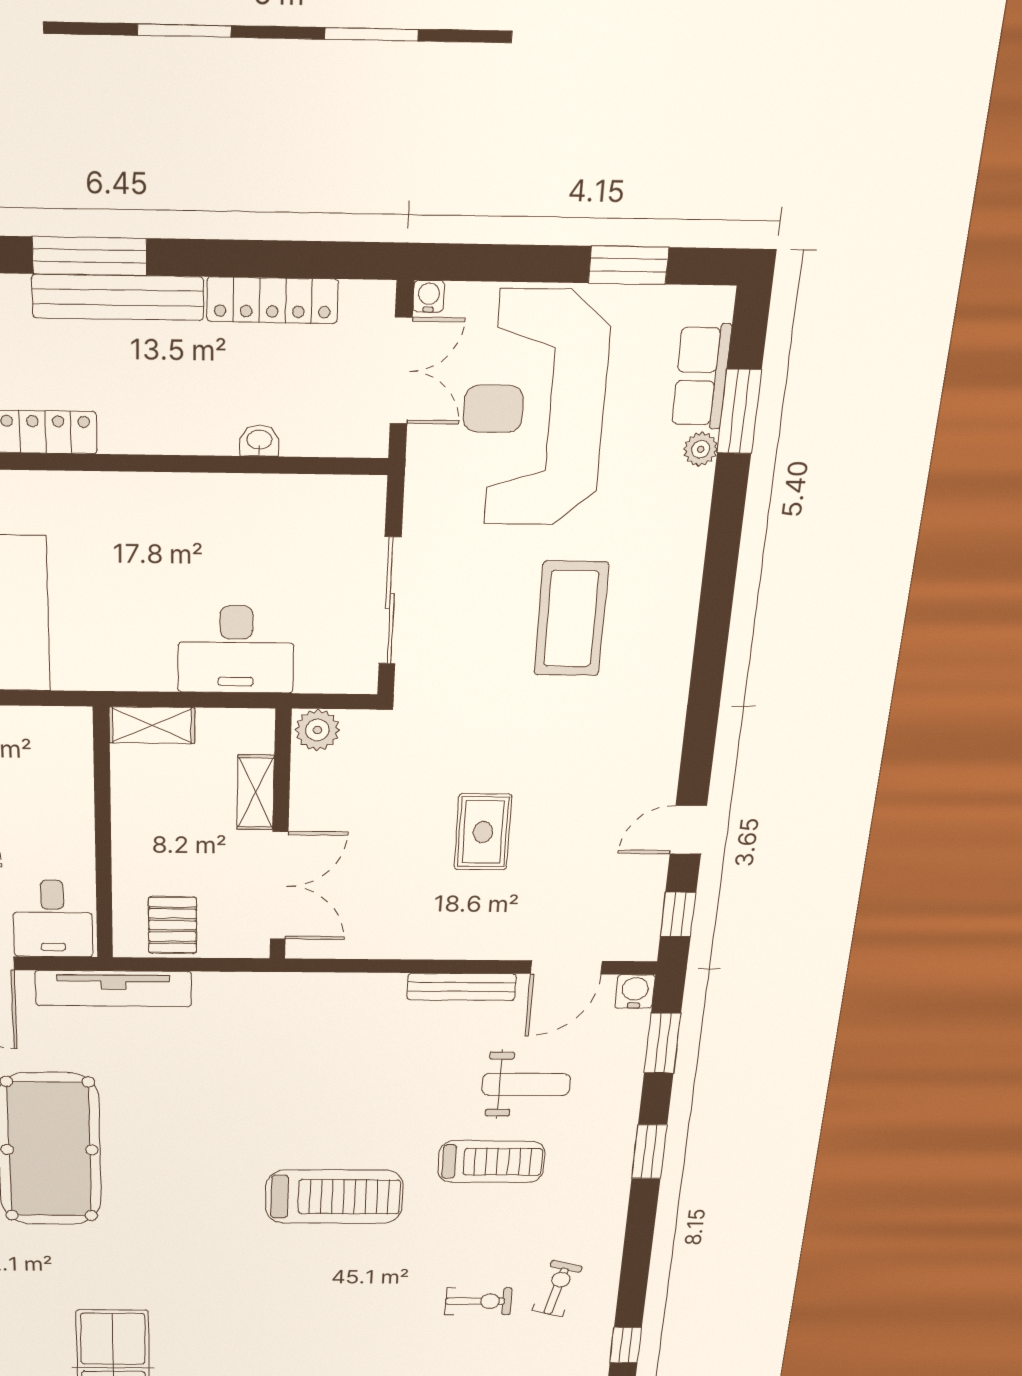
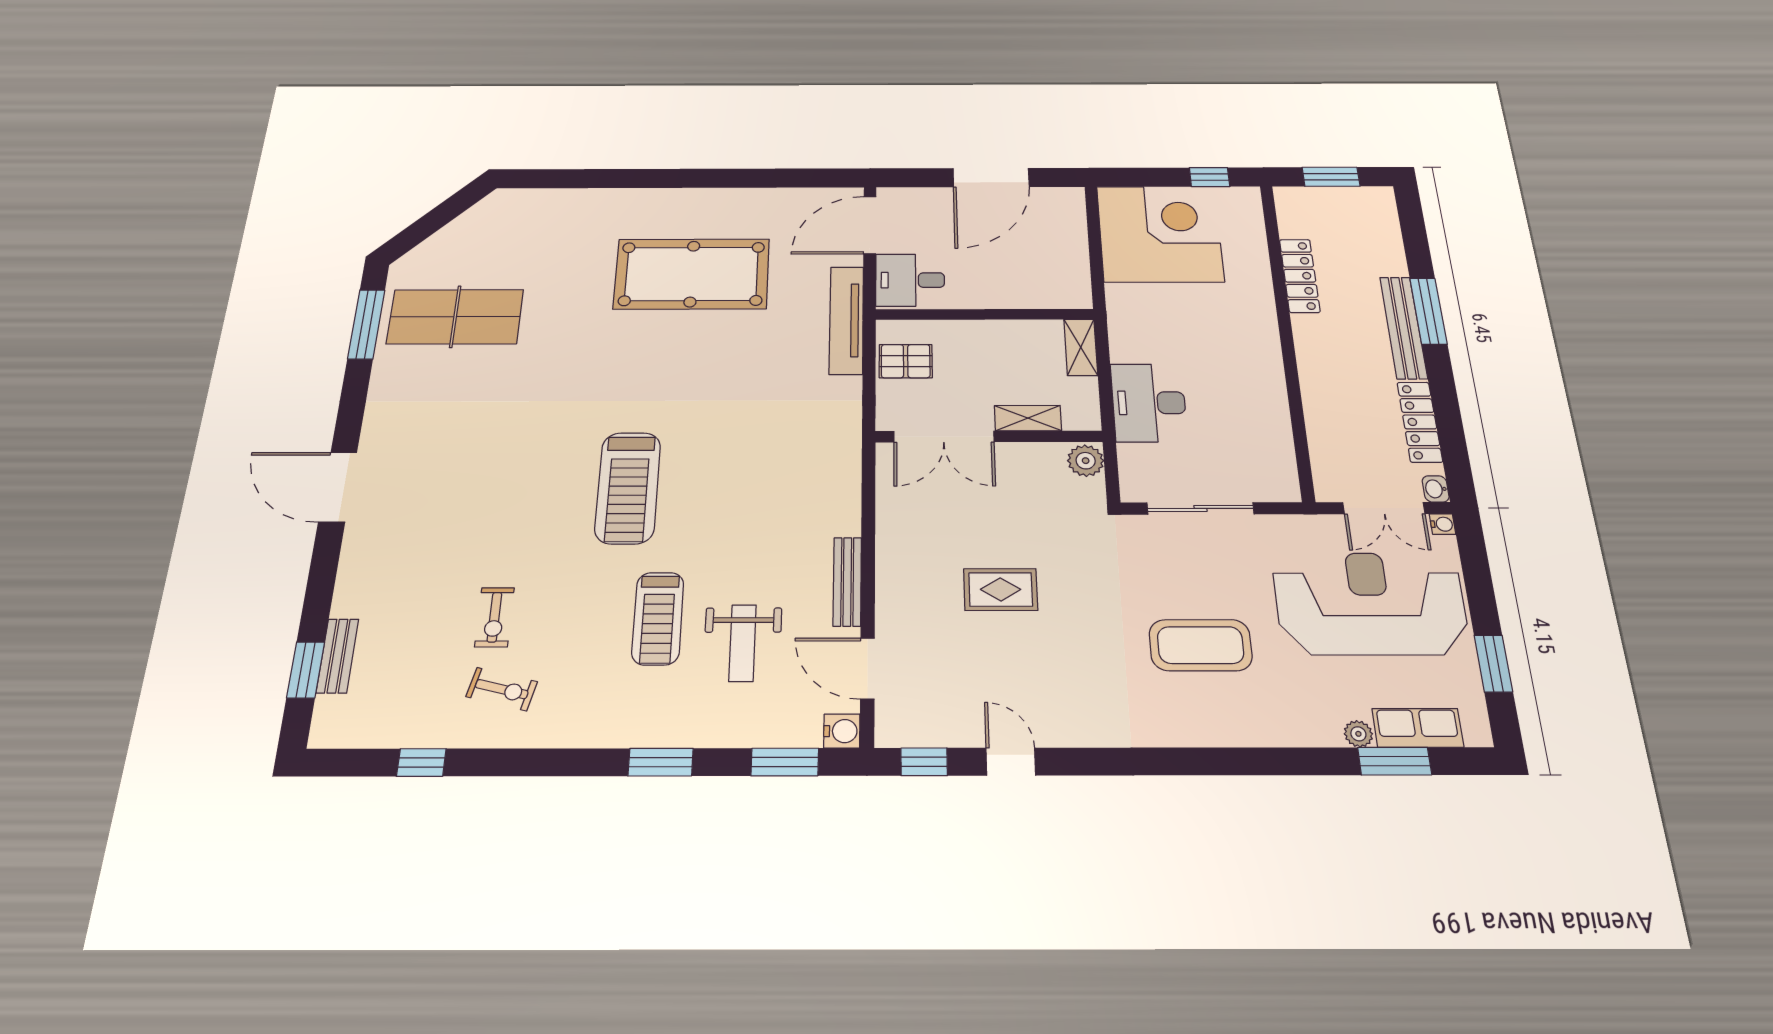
washbasin: (259, 441) -> (1436, 489), moved, turned 180

